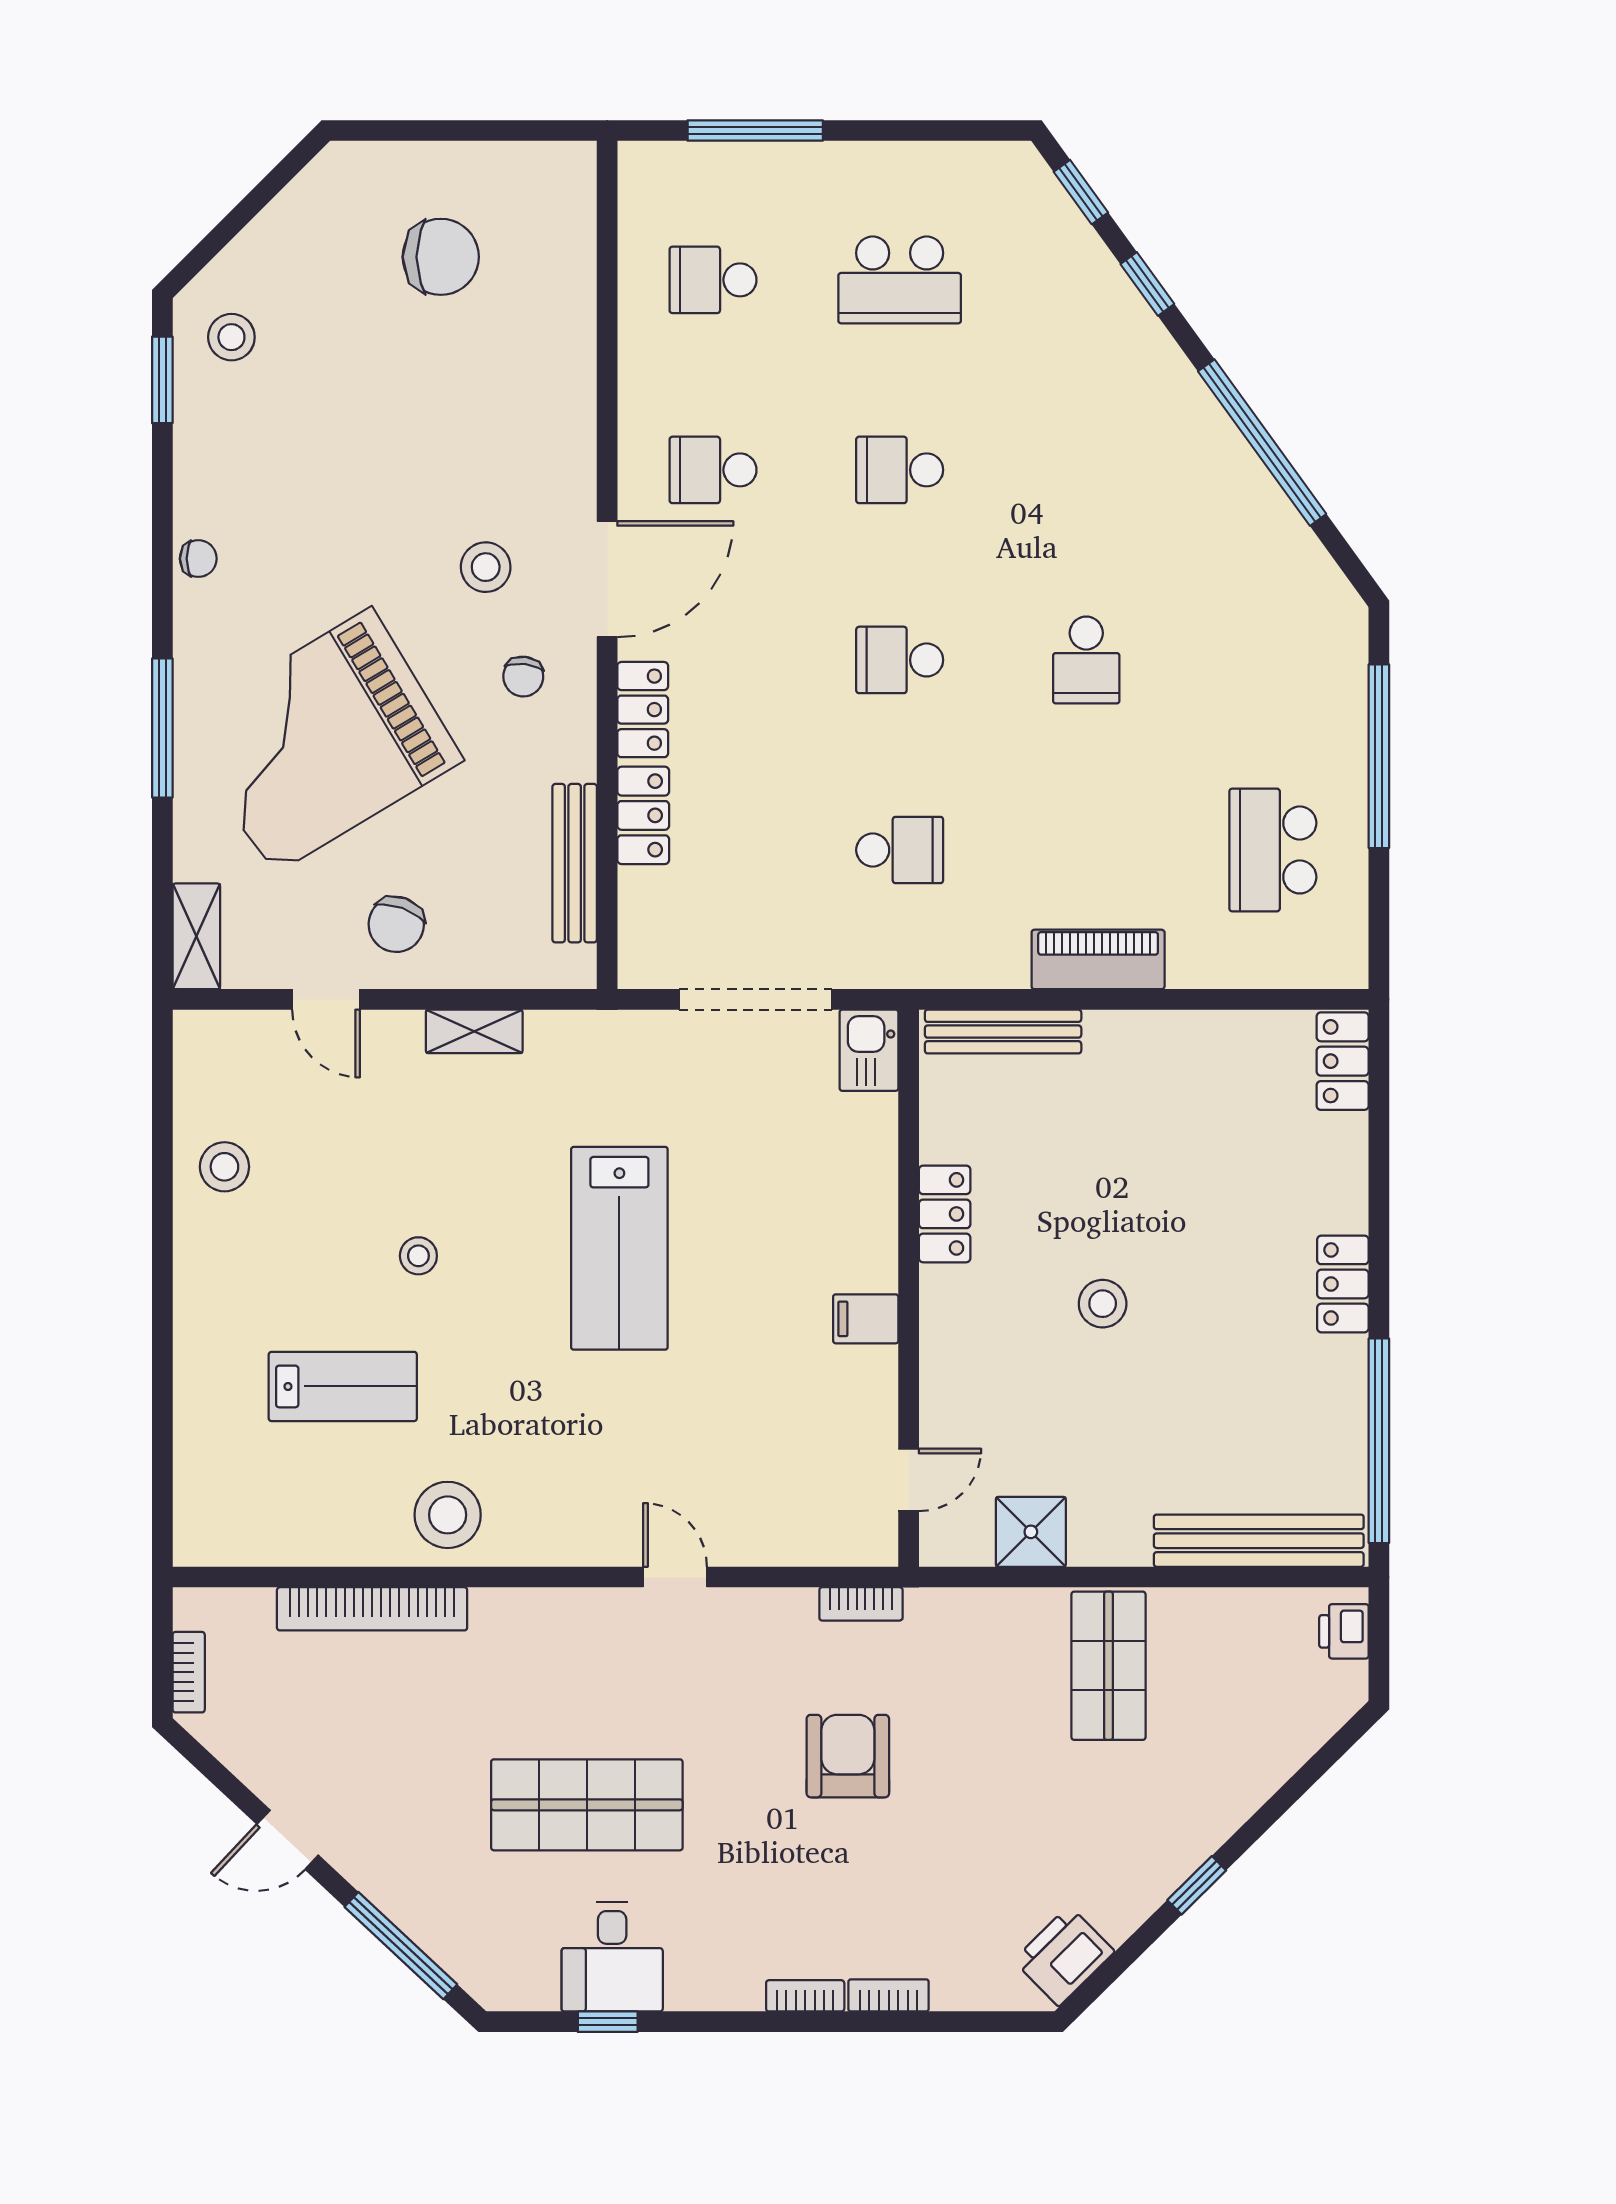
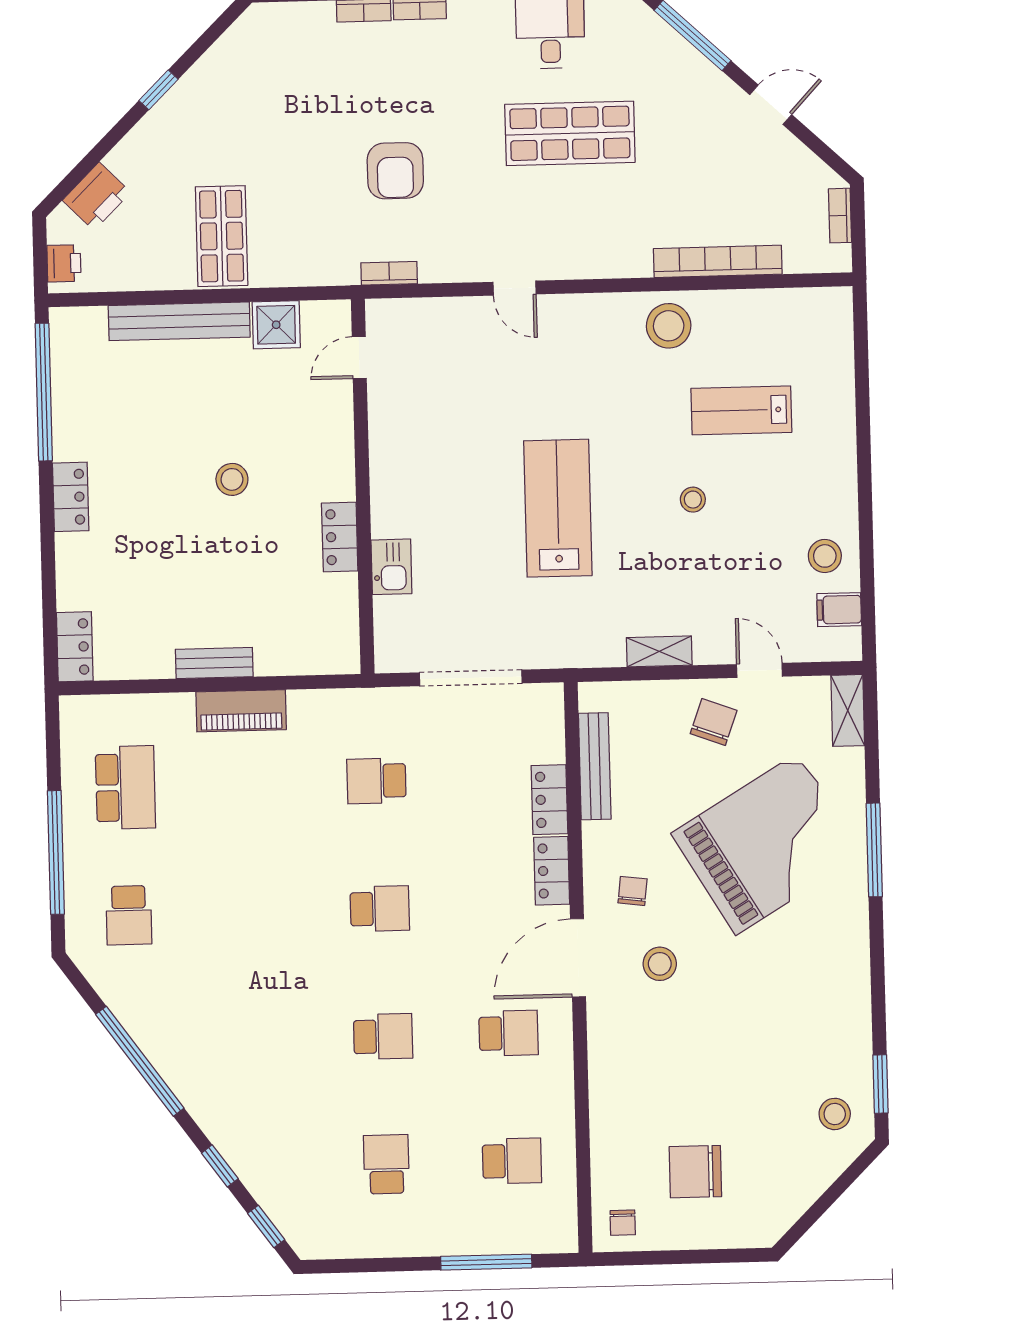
school desk: (900, 280) -> (386, 1164), width x0.54
chair: (198, 559) -> (623, 1223), moved, turned -90
school desk: (1086, 660) -> (129, 915), moved, turned 180
bench: (1003, 1032) -> (214, 663), moved, width x0.73
kitchen sink: (869, 1050) -> (391, 567), moved
filing cabinet: (866, 1319) -> (839, 610), moved, turned 180
bench: (1259, 1541) -> (179, 321), moved
printer: (1064, 1956) -> (97, 196), moved

